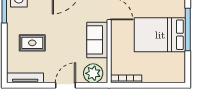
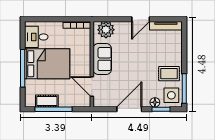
rug: (32, 43) -> (169, 74), moved
desk: (172, 65) -> (36, 37), added
door: (65, 85) -> (141, 19), moved

